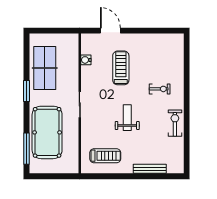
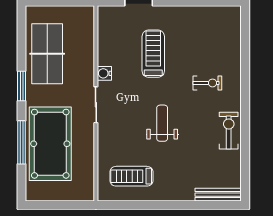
water cooler: (86, 60) -> (104, 73), moved
window: (26, 149) -> (22, 142), moved
treadmill: (105, 156) -> (131, 176), turned 180
bench: (150, 169) -> (218, 195), moved

